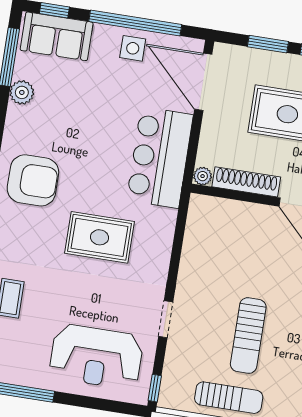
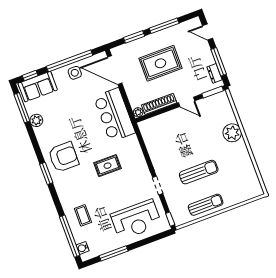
rug: (99, 237) -> (108, 166), width x0.73, depth x0.70
sun lounger: (248, 336) -> (199, 172), turned -90

